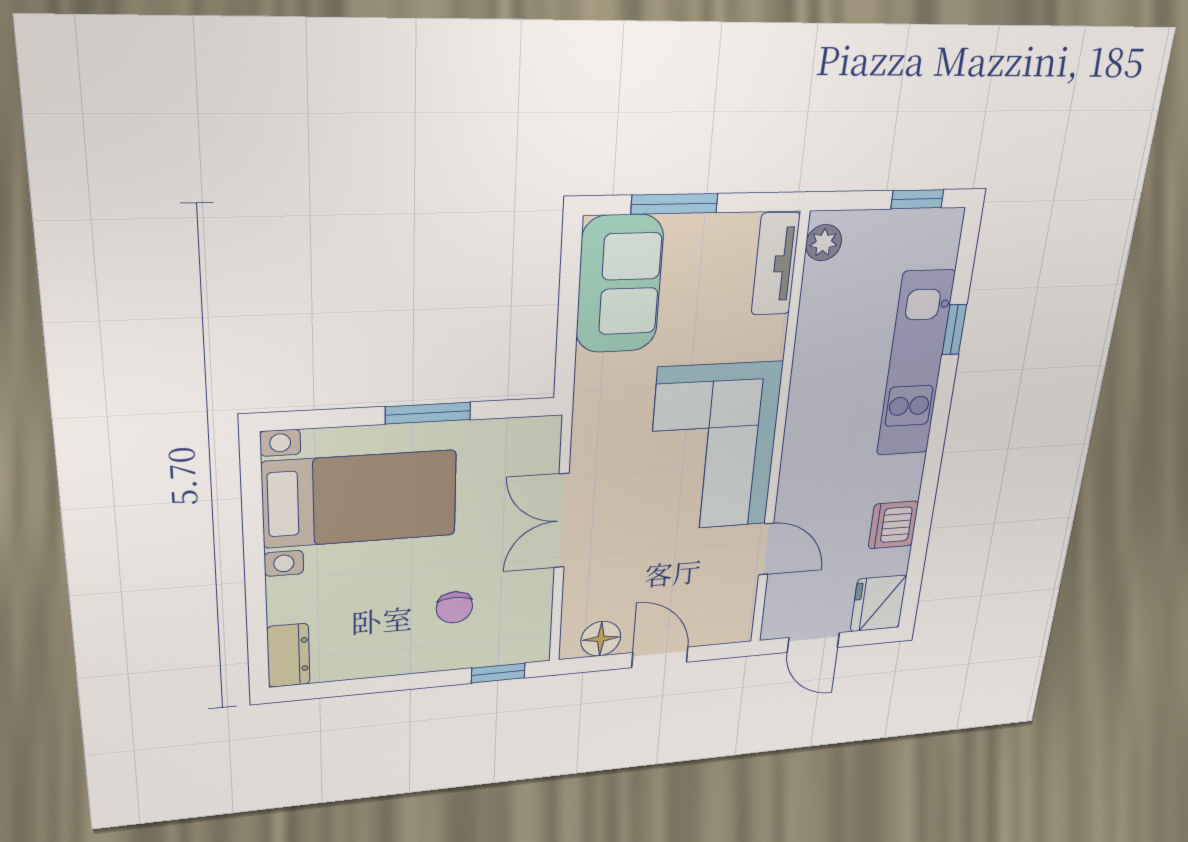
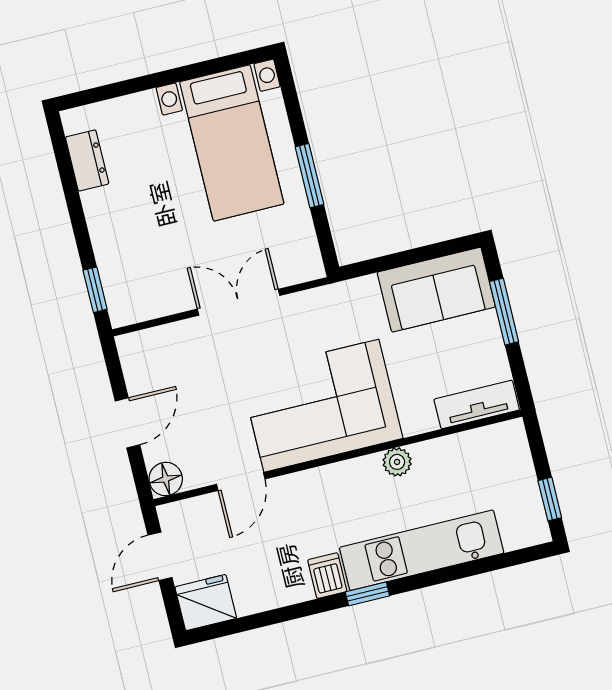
plant: (824, 243) -> (397, 462), moved
window: (954, 330) -> (367, 594), moved
dishwasher: (893, 525) -> (327, 576), moved, width x0.73
chair: (454, 607) -> (150, 238), removed
floor lamp: (601, 639) -> (166, 479), moved
dresser: (288, 655) -> (87, 160), moved, turned -90

